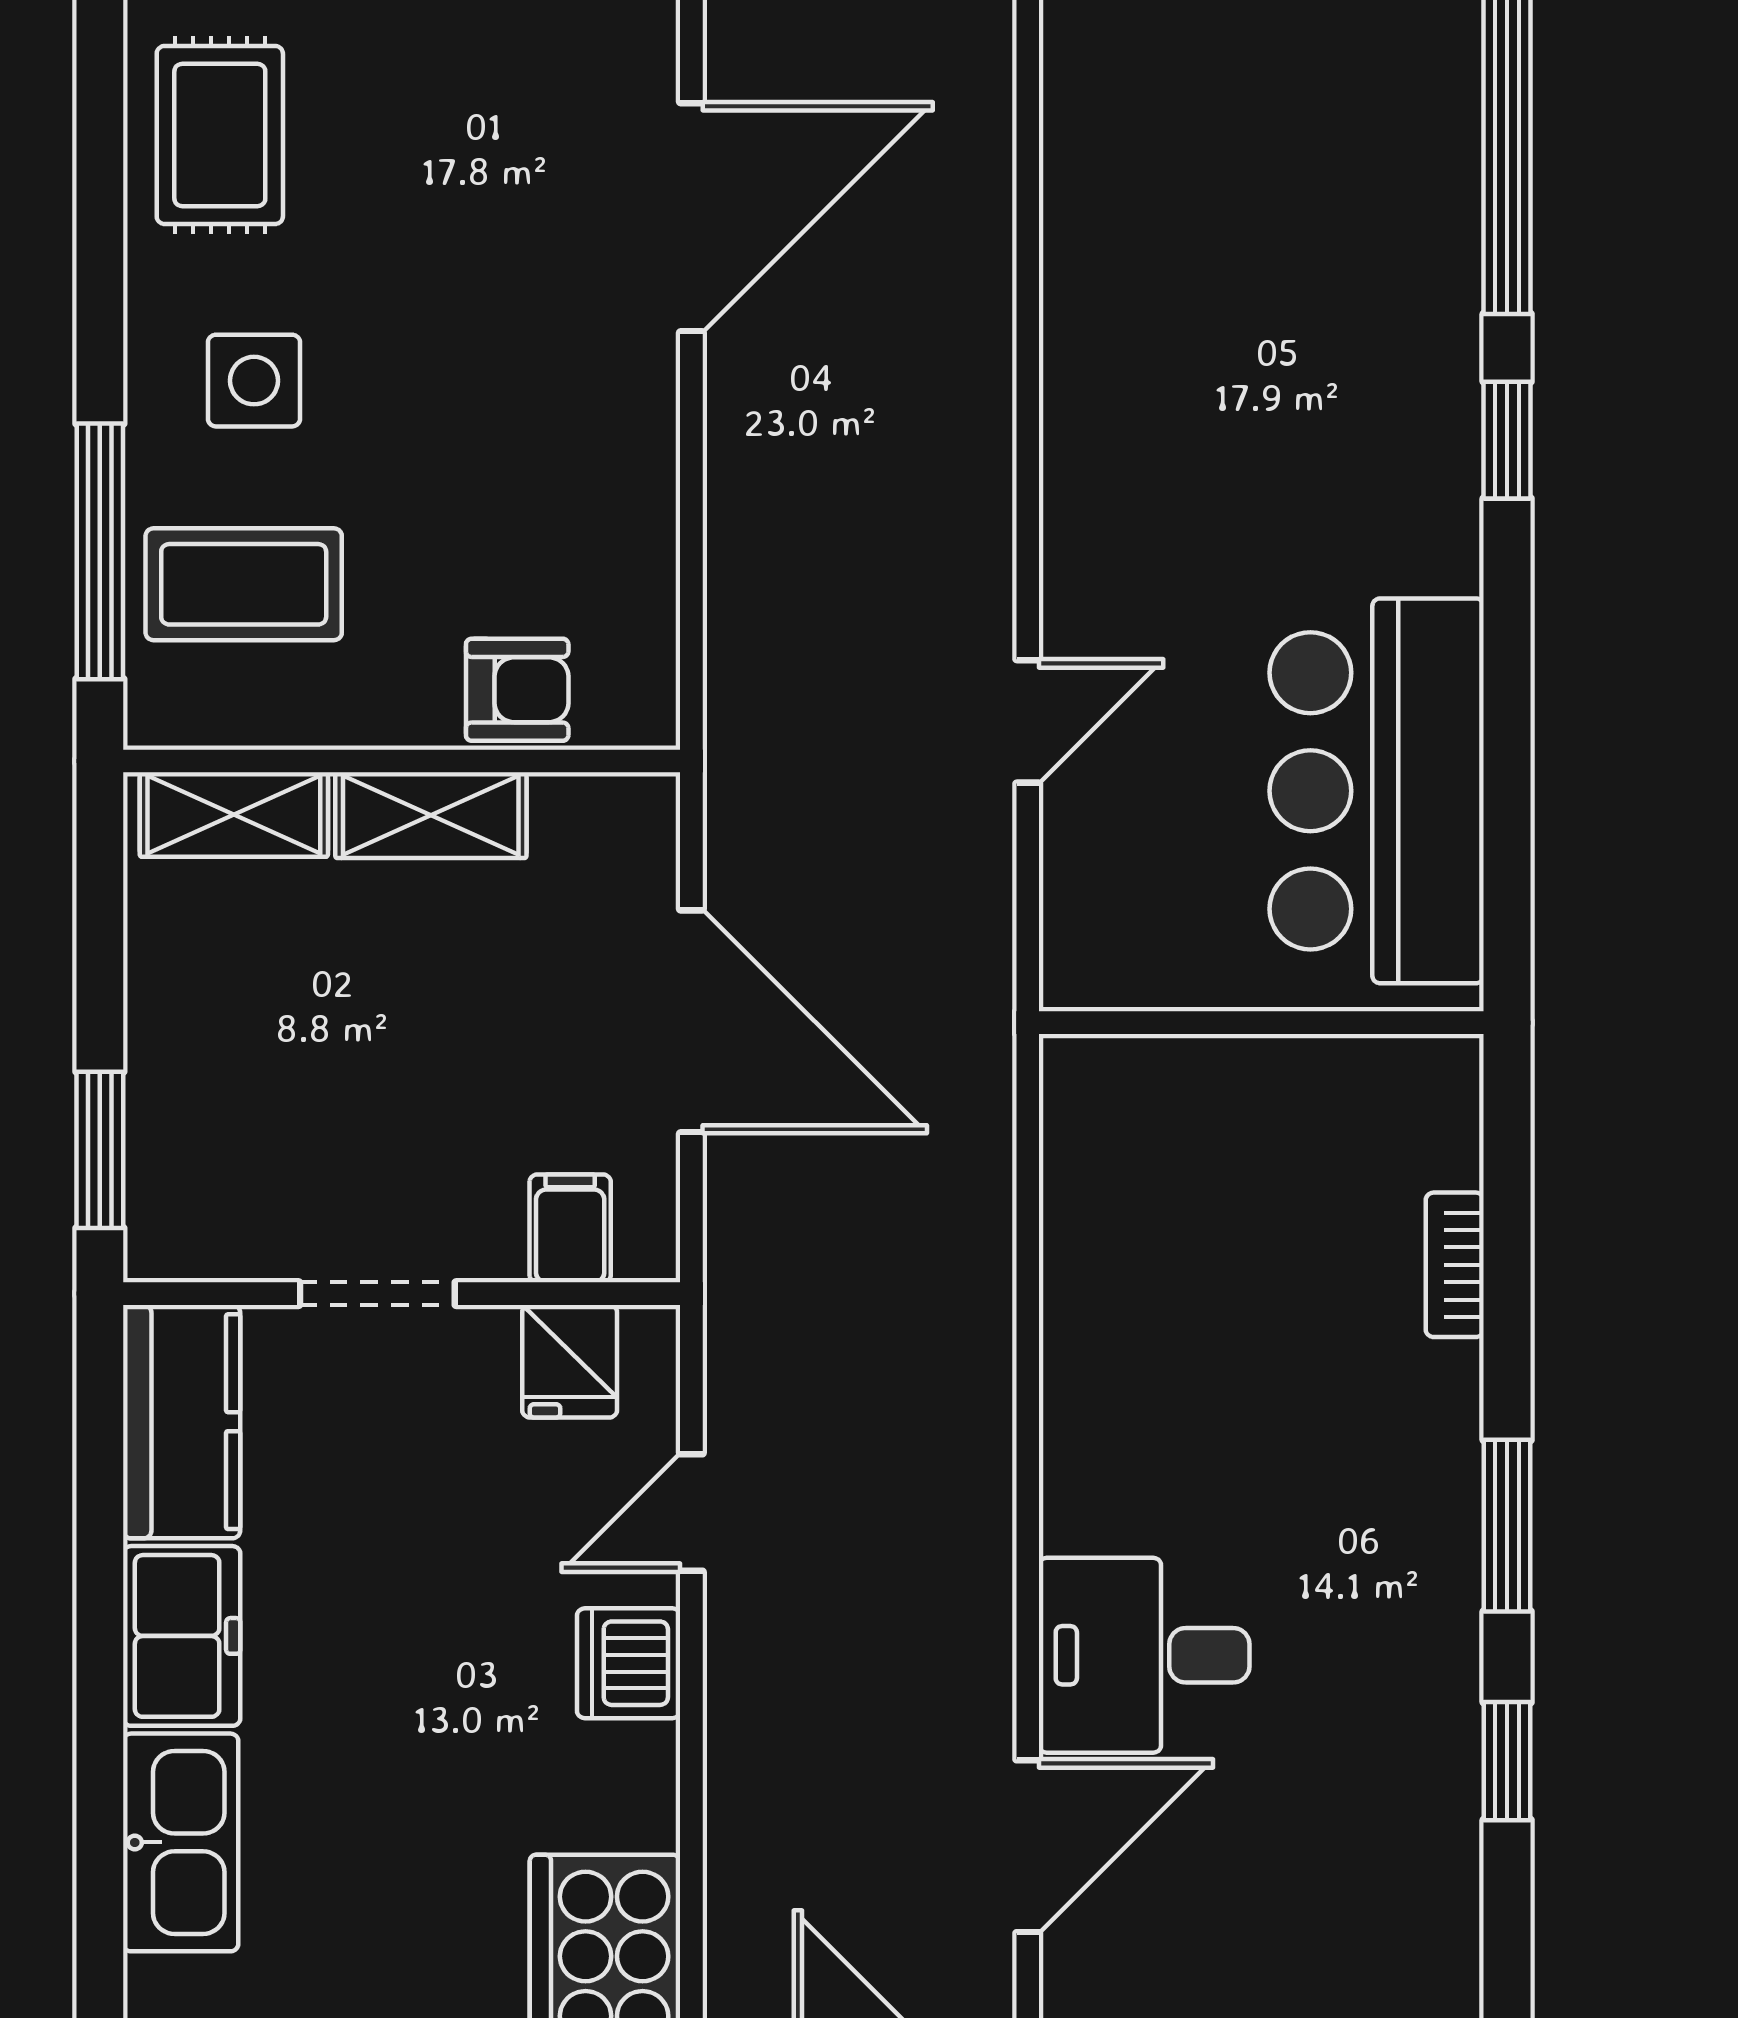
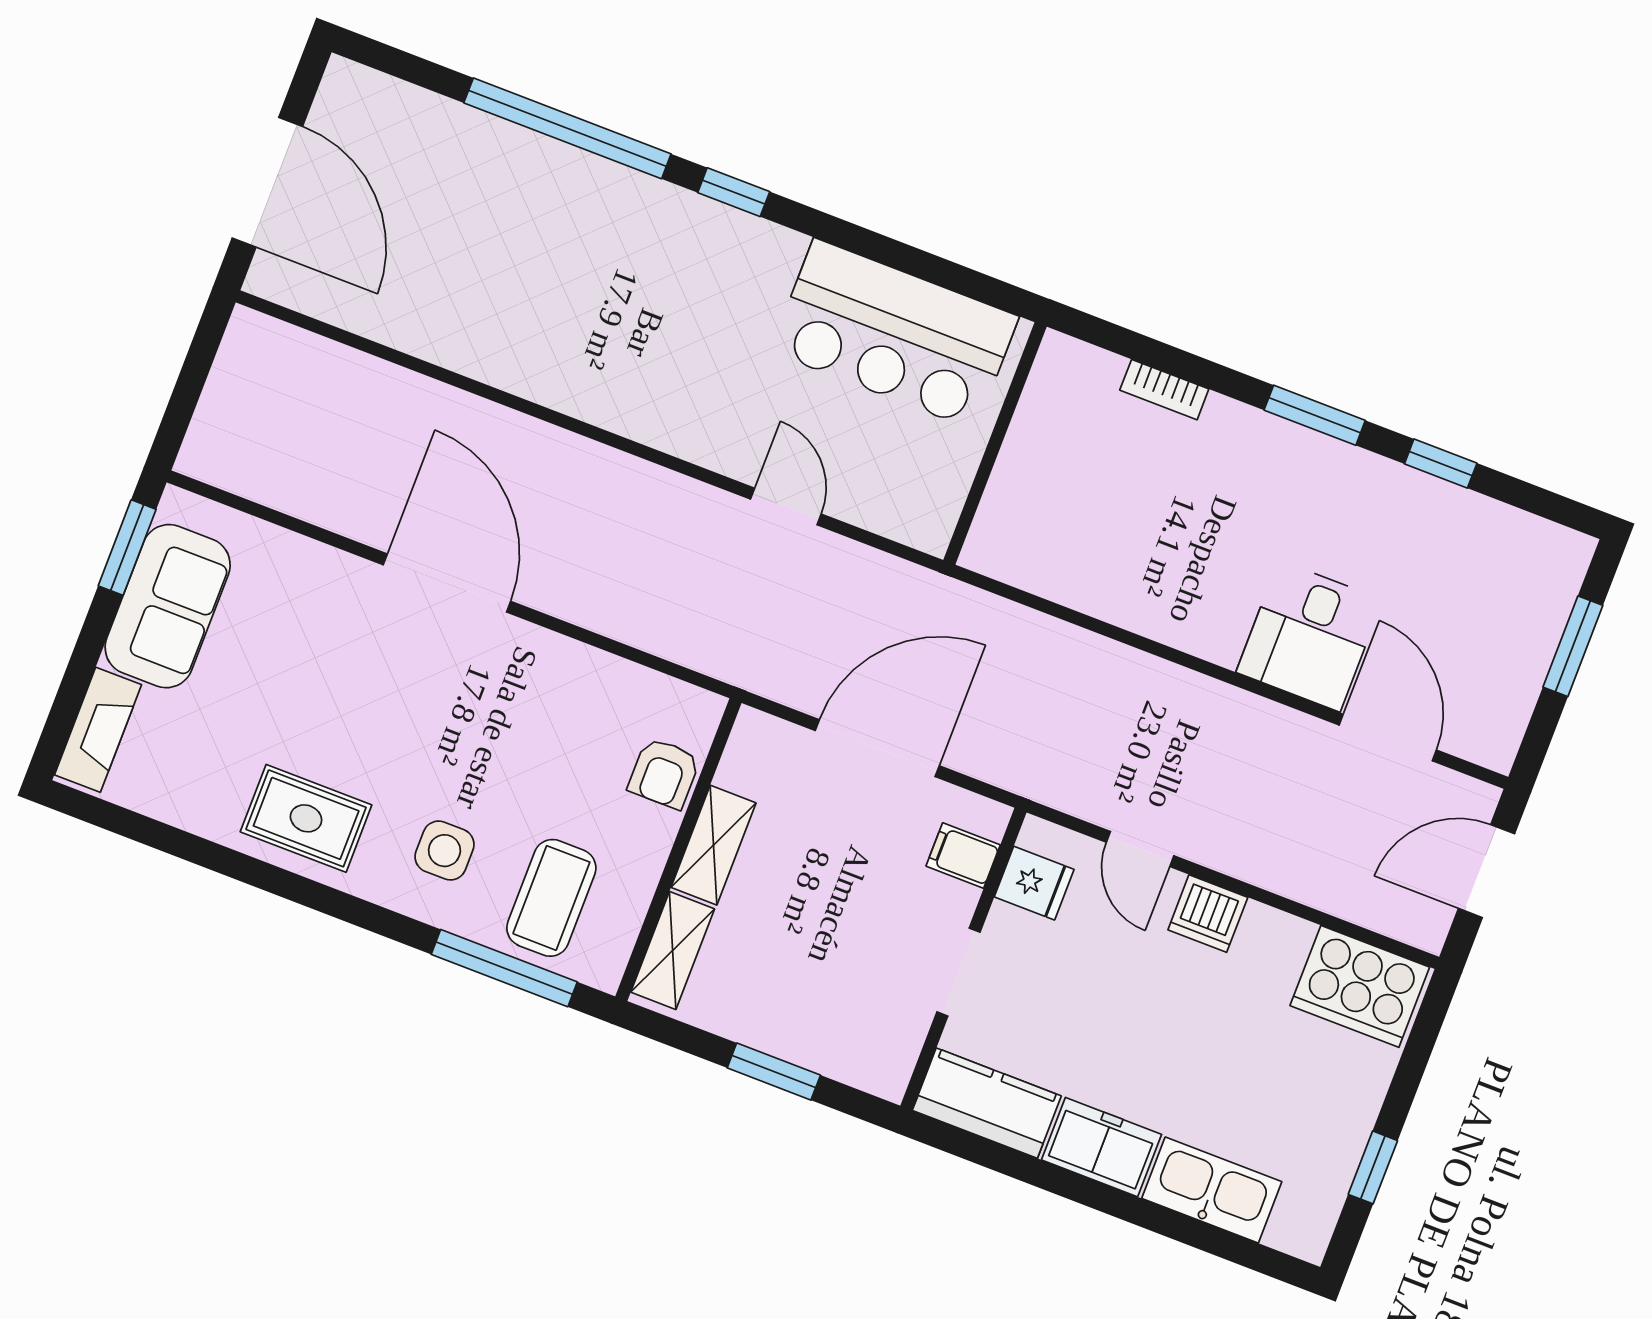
armchair: (517, 690) -> (664, 773), turned 180
window: (100, 1150) -> (774, 1072), moved

